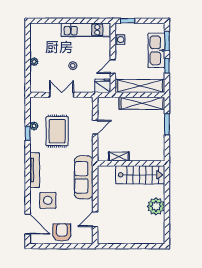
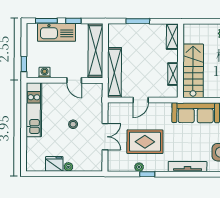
fridge: (103, 86) -> (54, 164), moved, turned 90
double door: (62, 95) -> (105, 137), swing flipped
shelving: (142, 103) -> (114, 72), moved
door: (95, 127) -> (141, 100), swing flipped
shelving: (153, 156) -> (172, 37), added
stairs: (140, 175) -> (193, 71), moved

